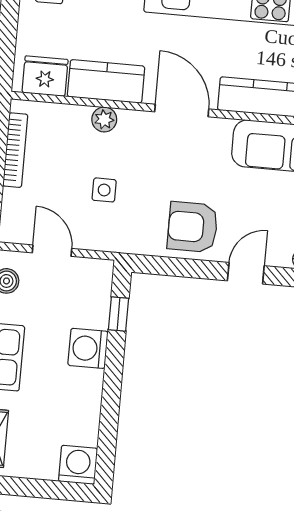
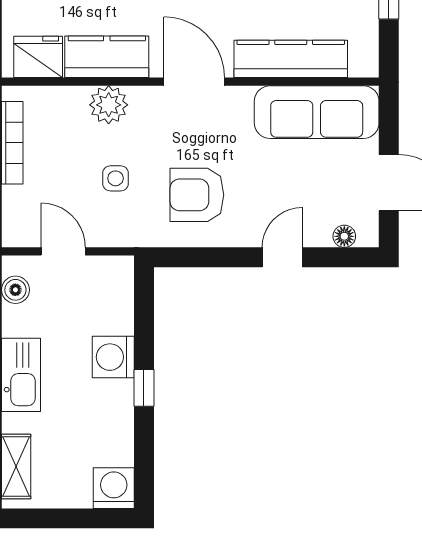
plant: (104, 119) -> (109, 105), width x1.38, depth x1.38
armchair: (193, 227) -> (197, 195), moved
window: (119, 314) -> (144, 388), moved

